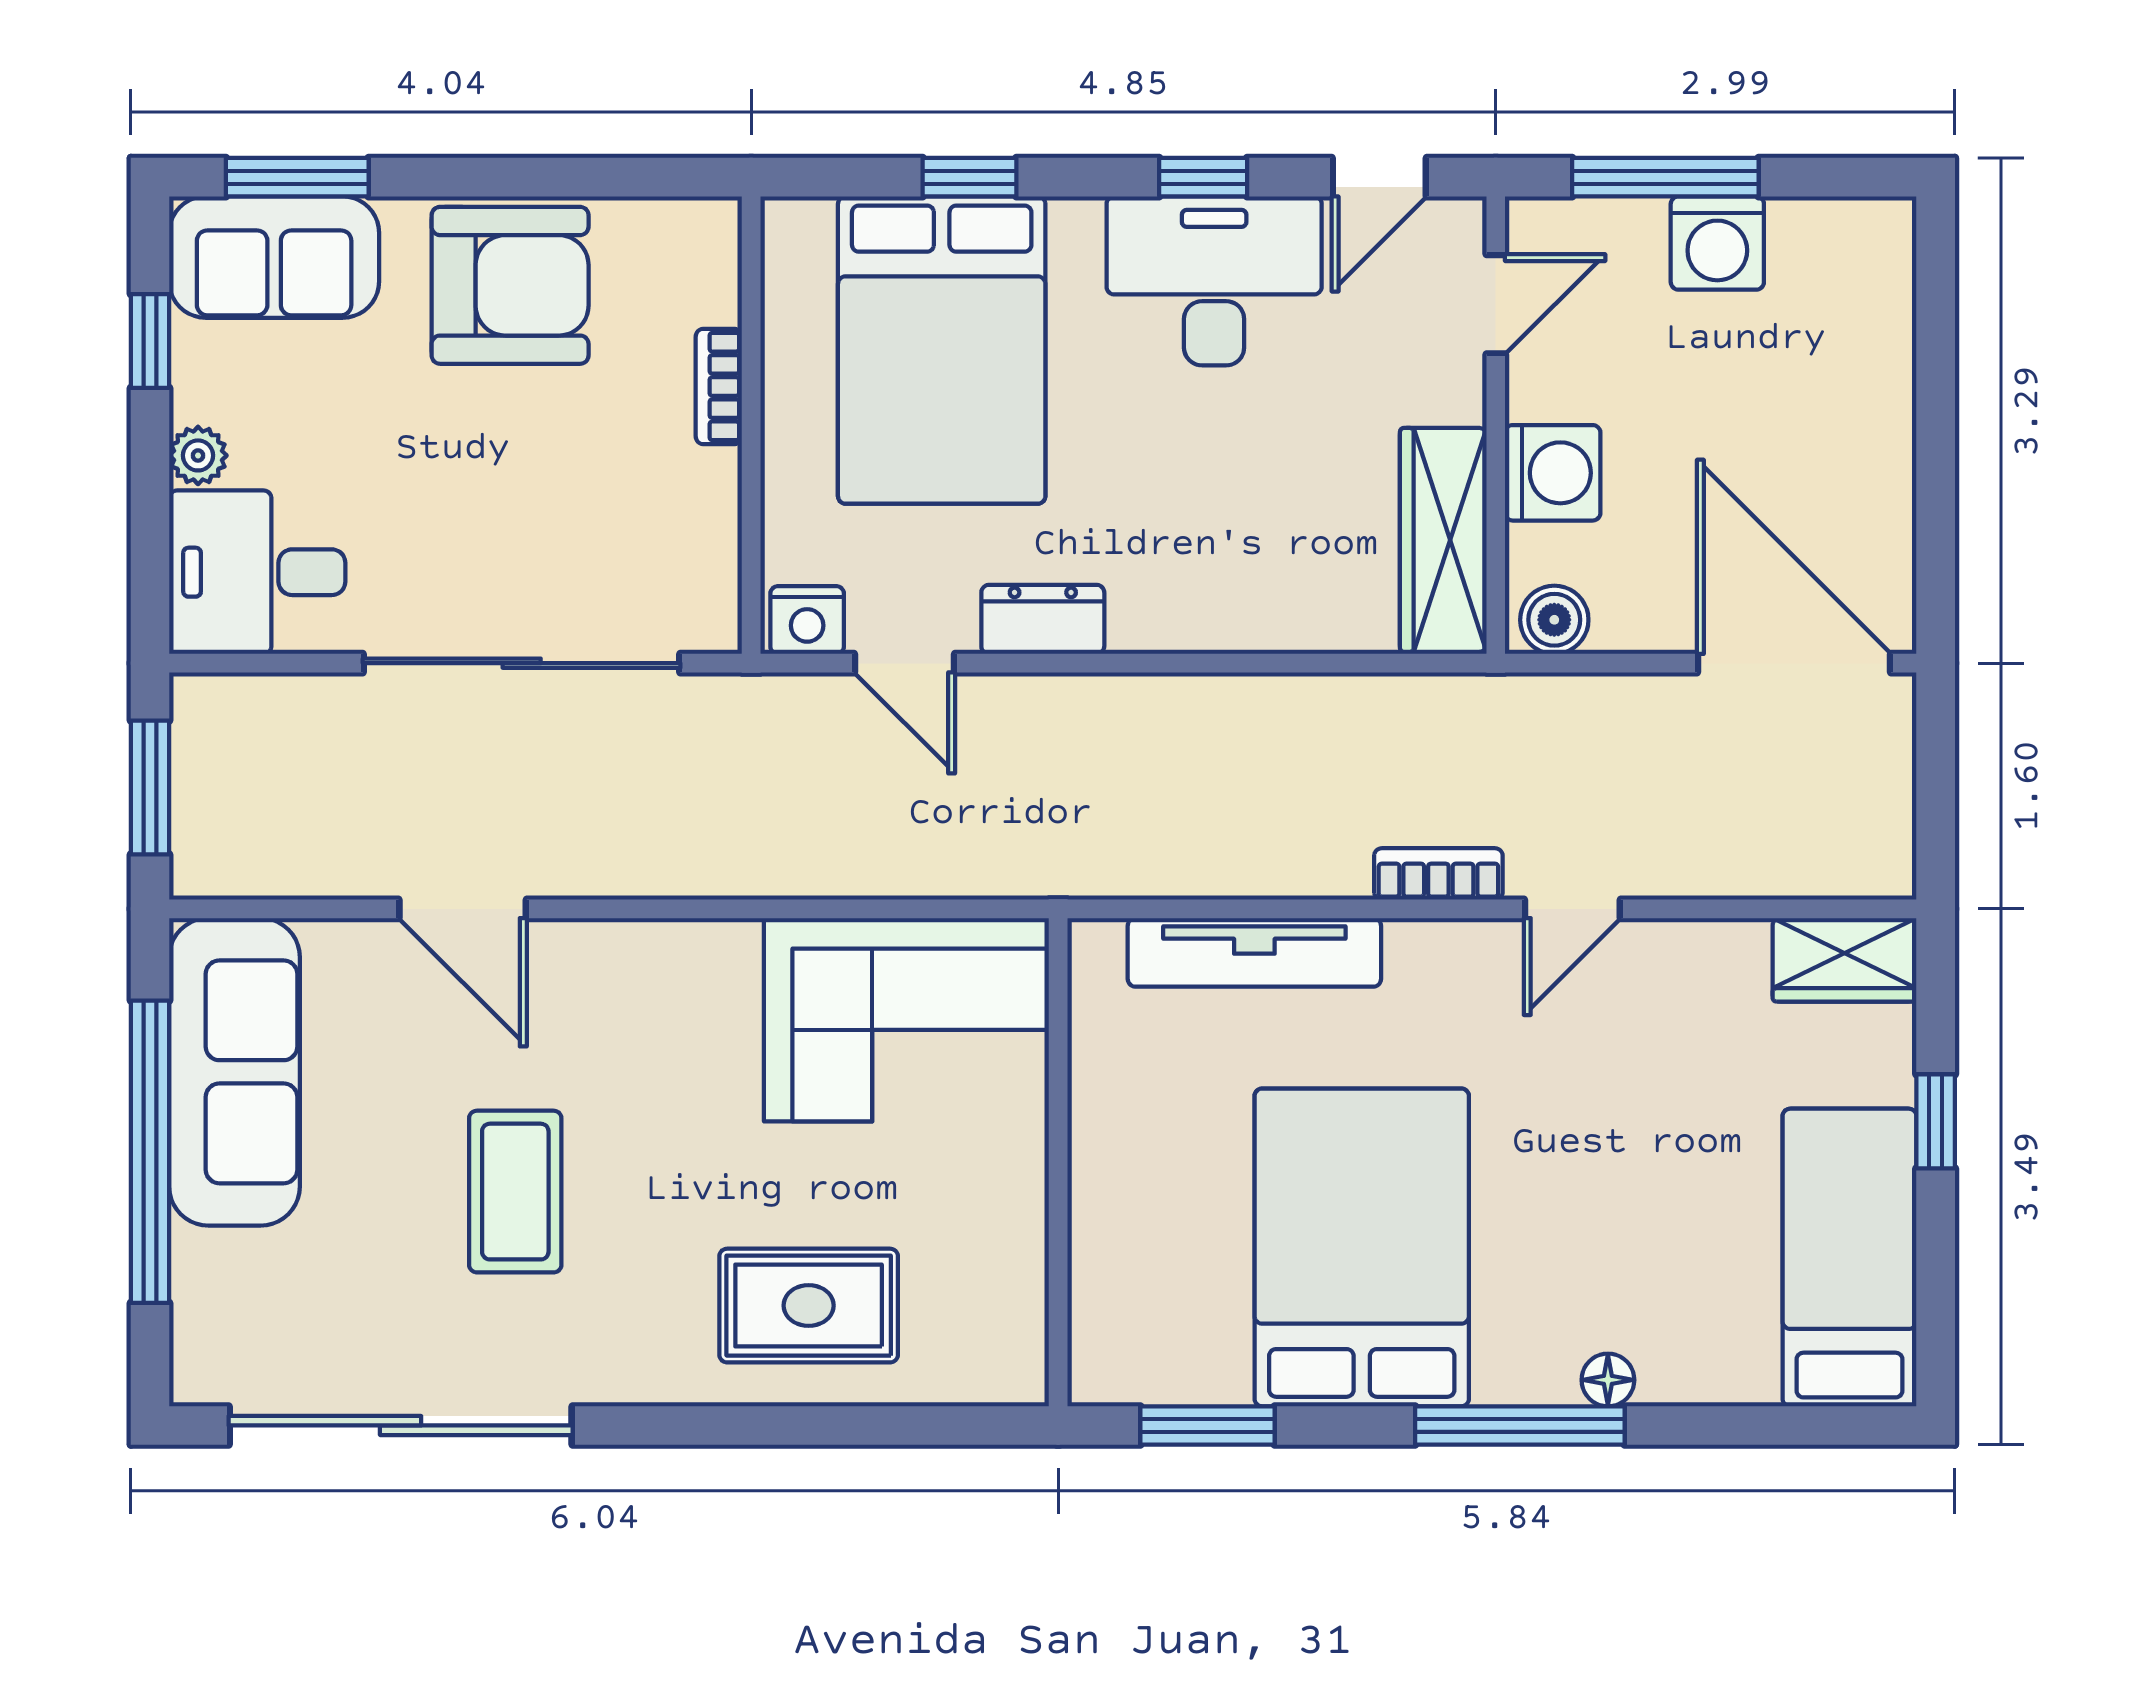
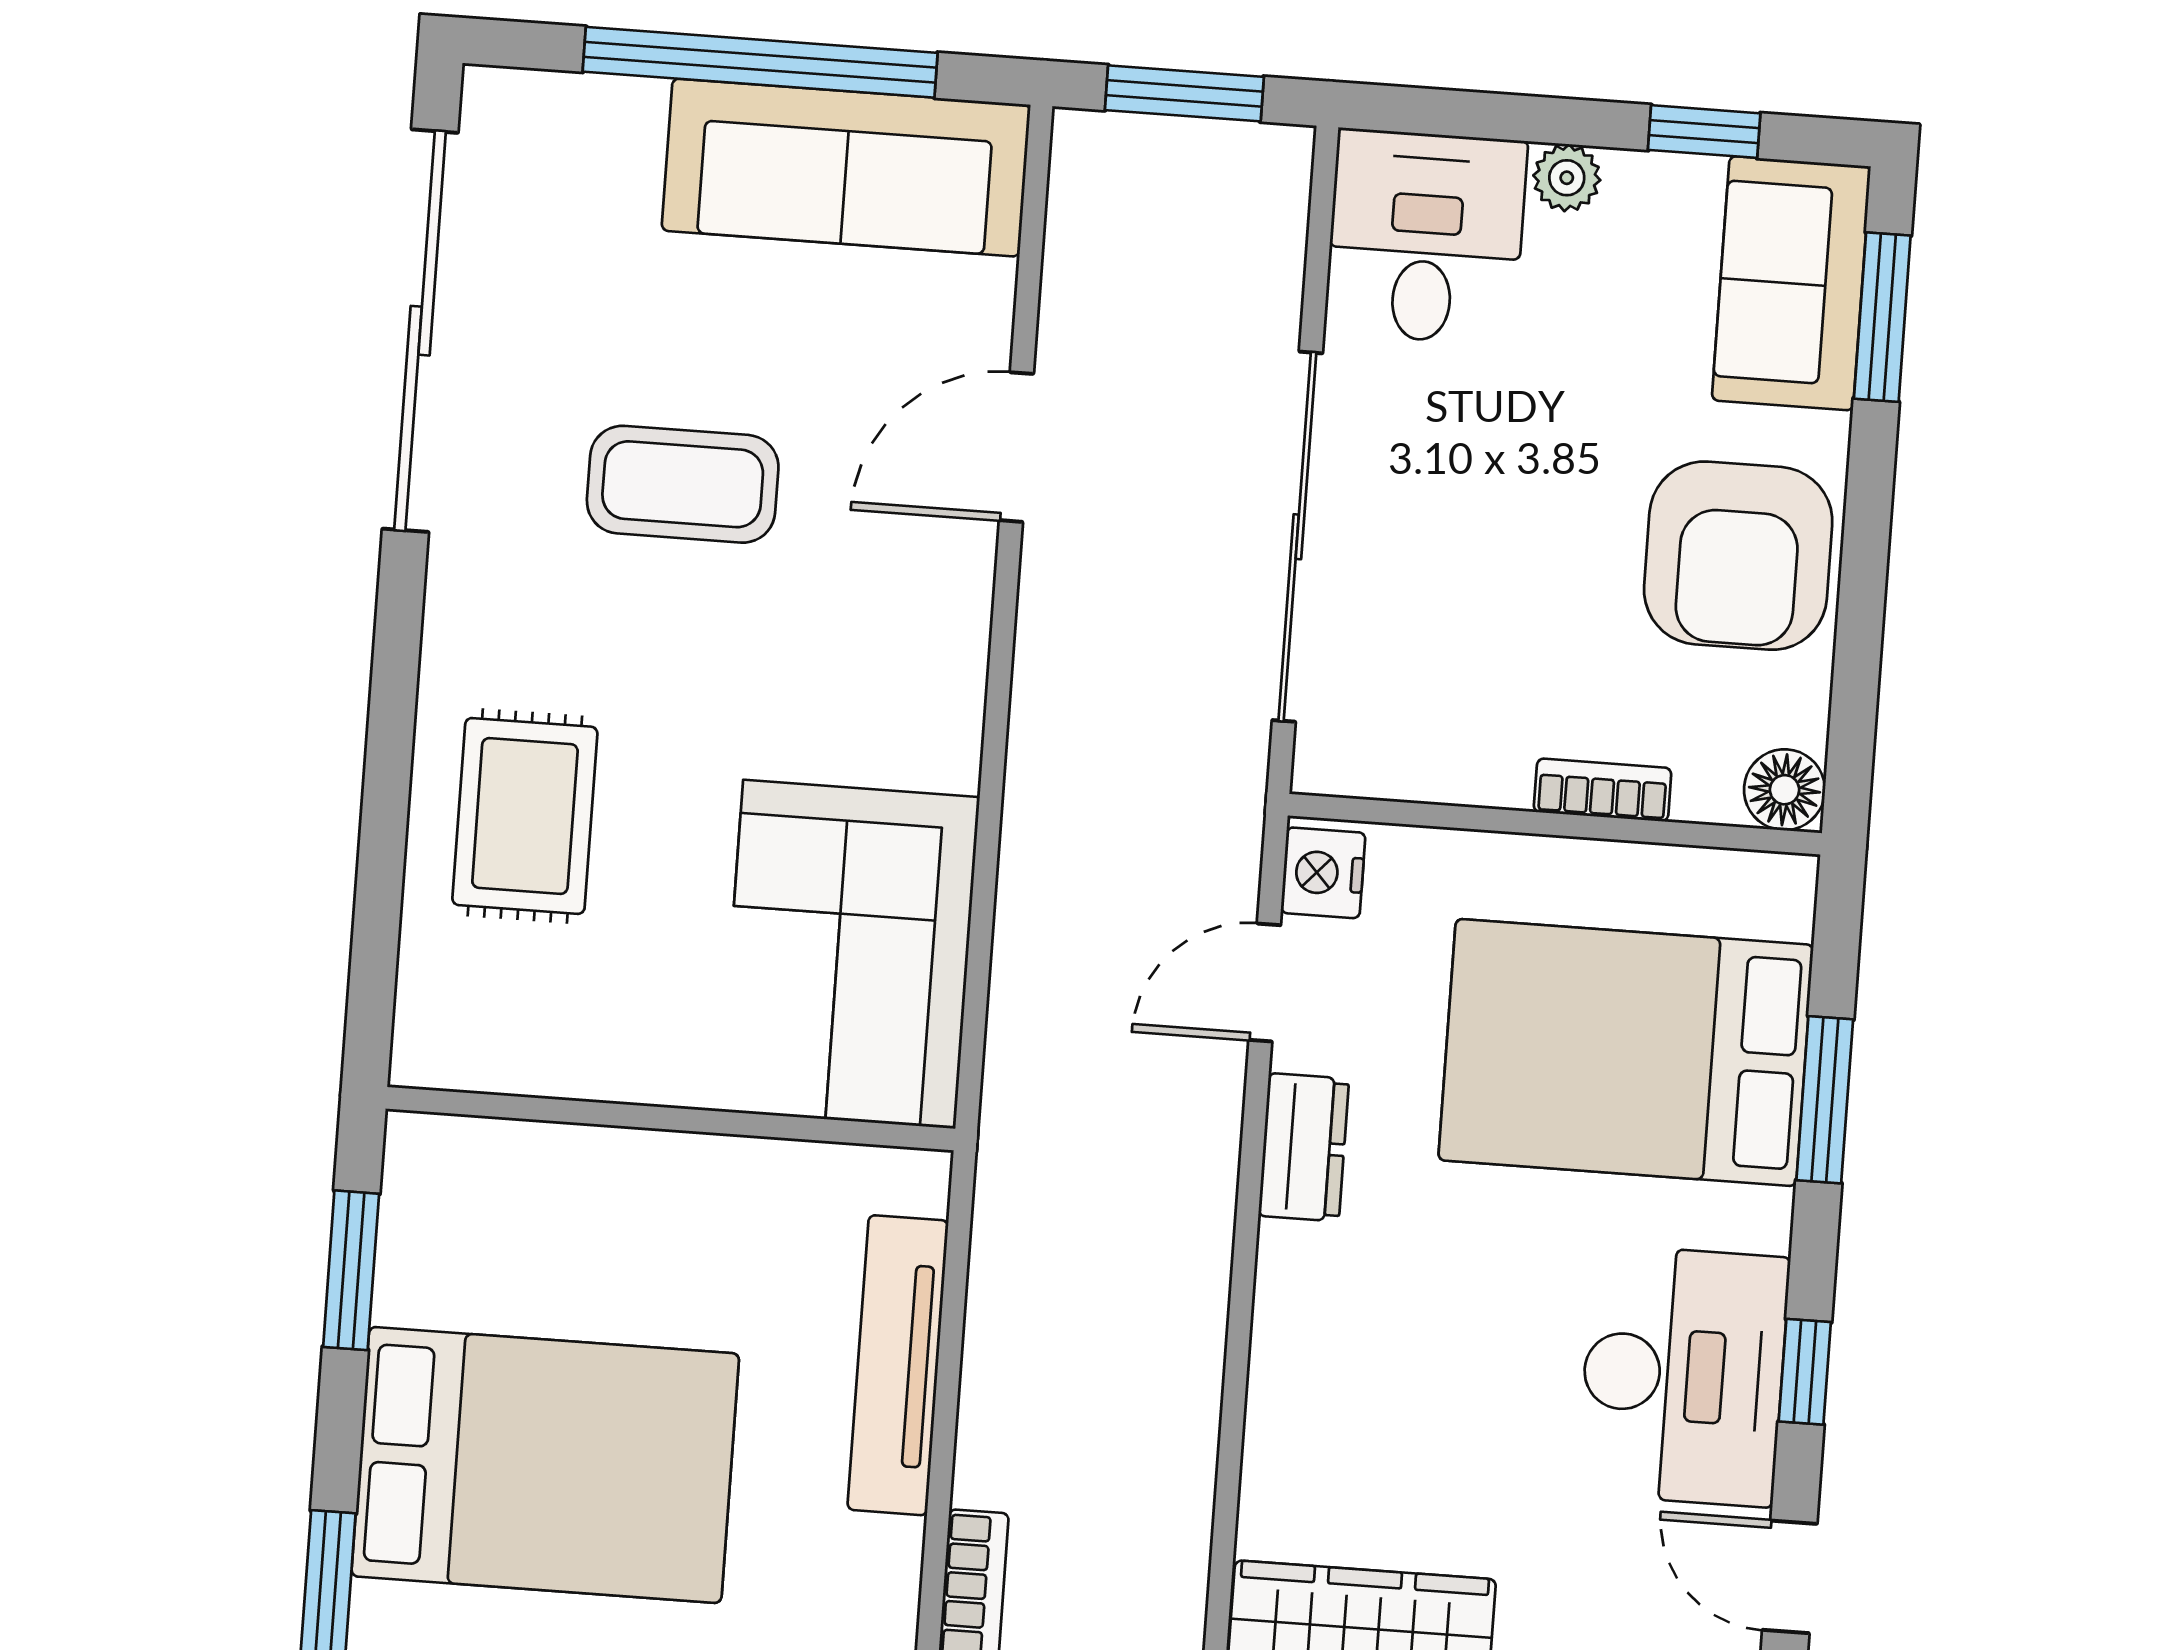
window: (970, 177) -> (1825, 1100), width x1.50
floor lamp: (707, 231) -> (1784, 790), added

